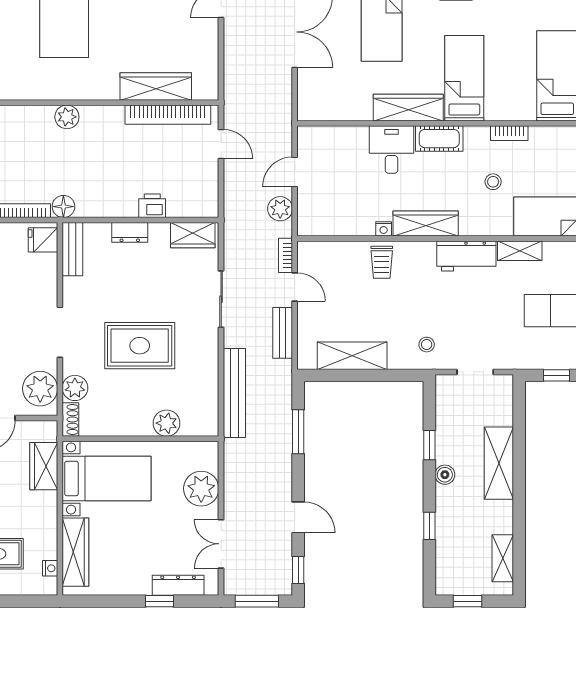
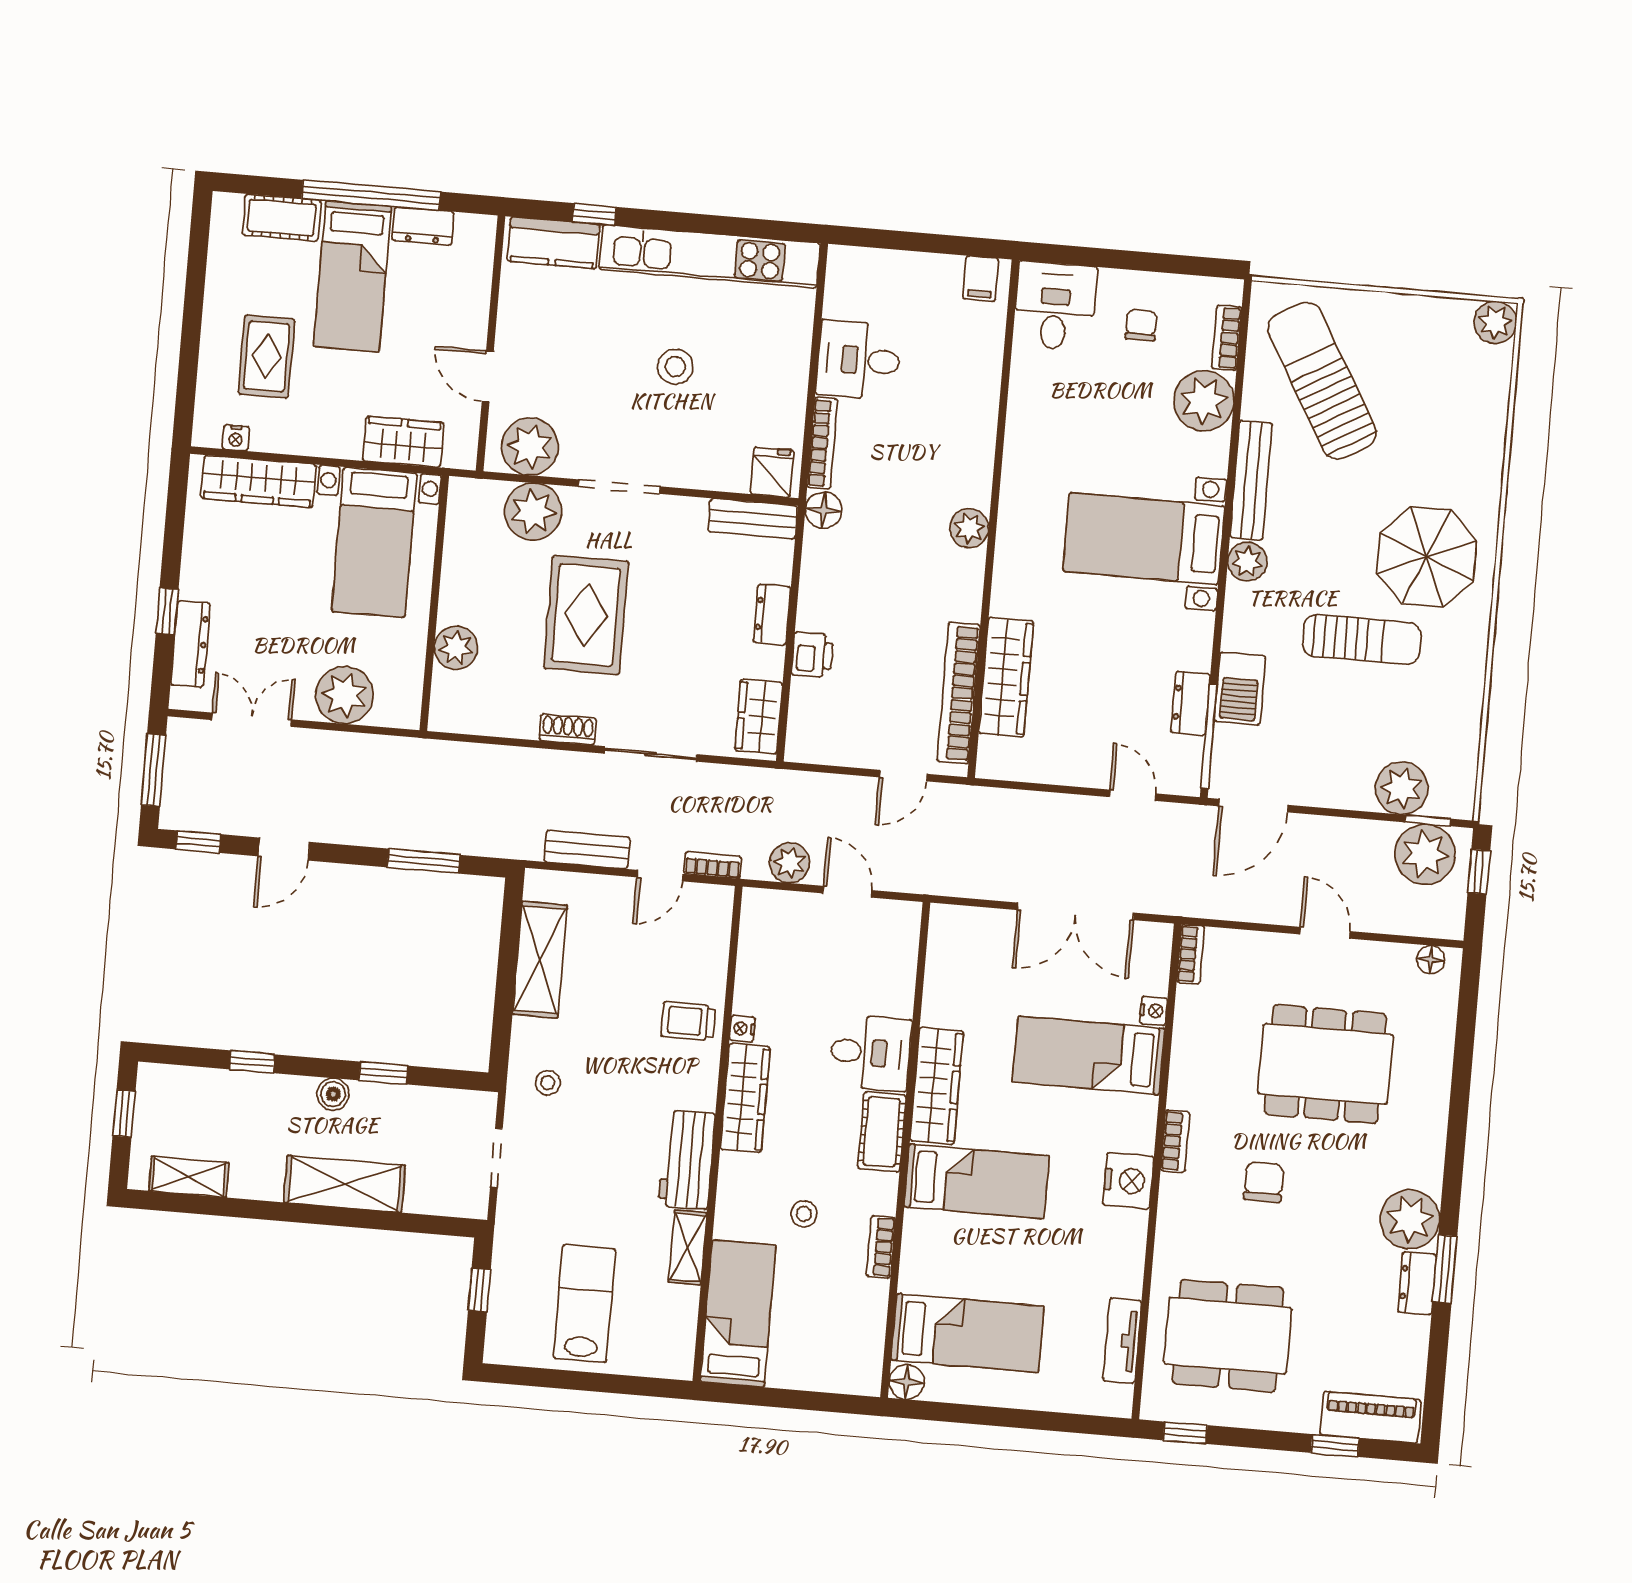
plant: (75, 388) -> (533, 512), width x1.36, depth x1.36
bench: (234, 393) -> (496, 763), removed
shoe rack: (70, 419) -> (568, 730), moved, turned 180

